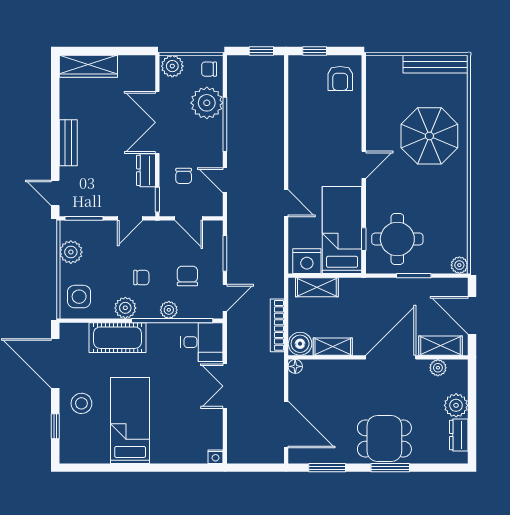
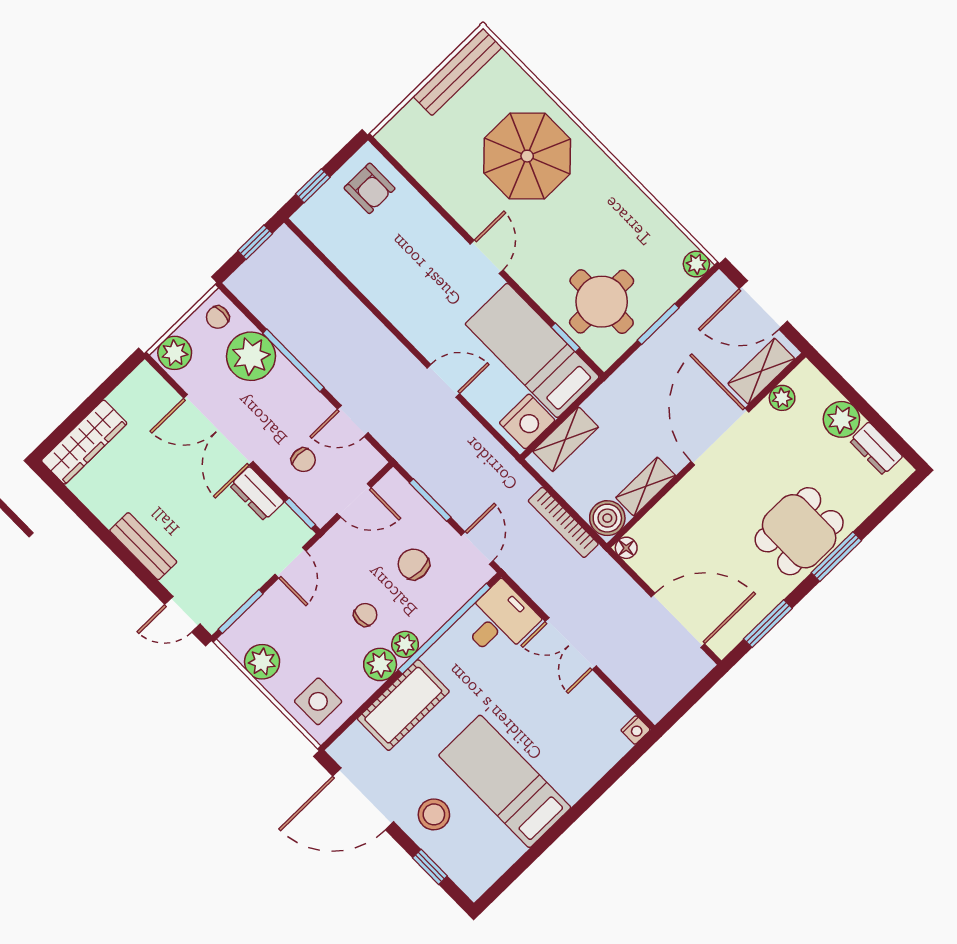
plant: (169, 310) -> (405, 644), moved

